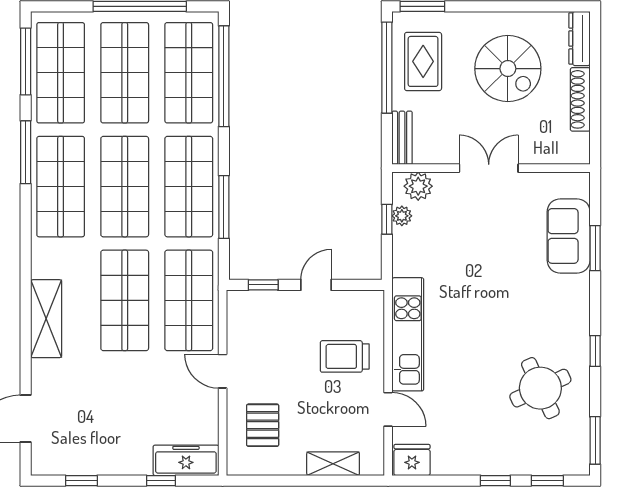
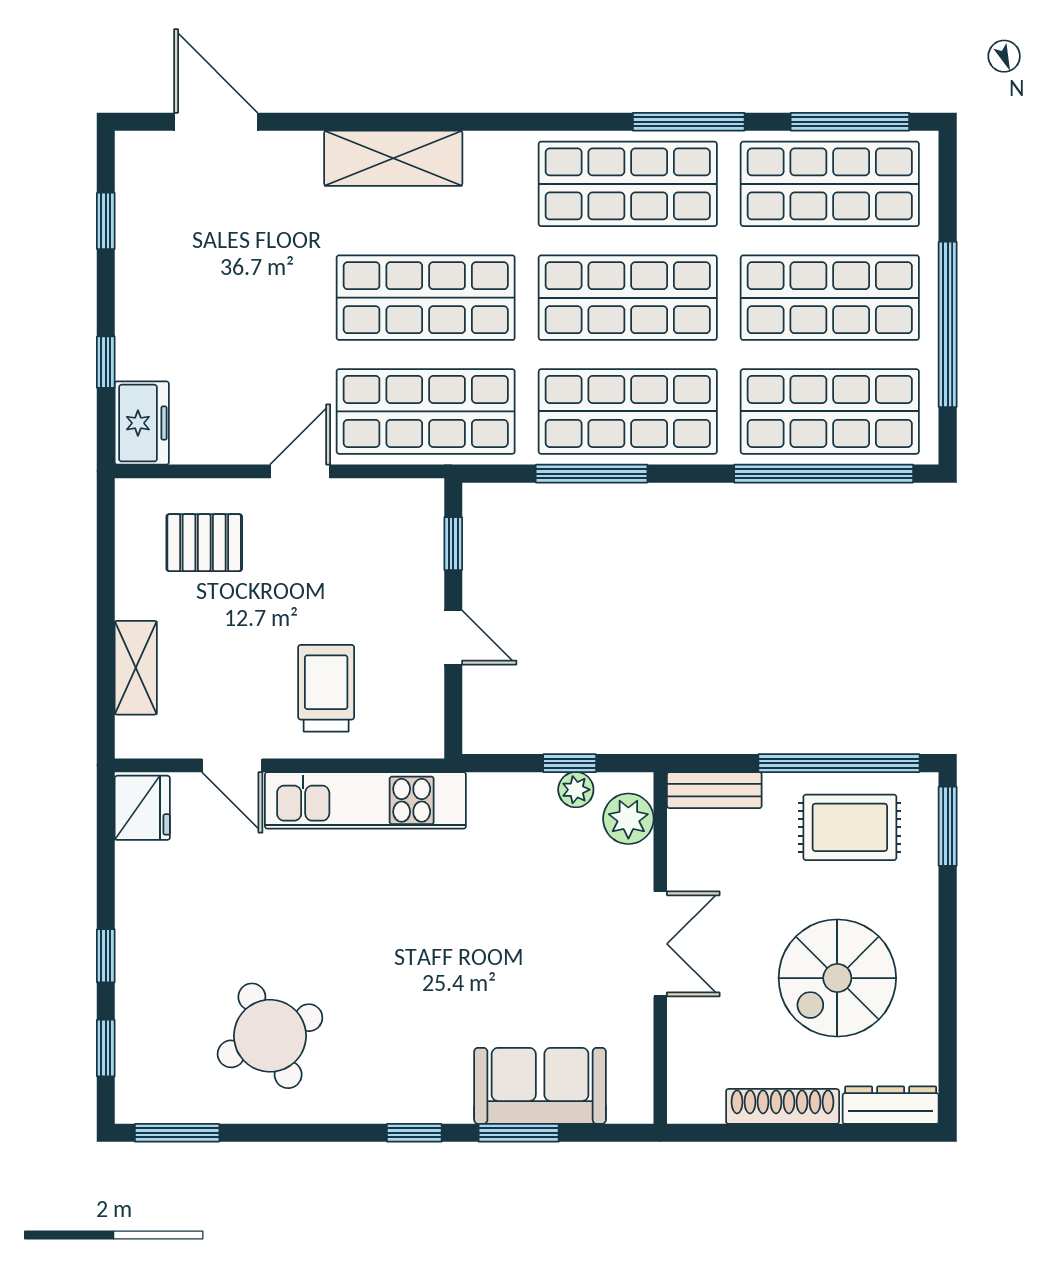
window: (595, 351) -> (414, 1133), moved
door: (388, 409) -> (232, 765), hinge flipped
freezer: (186, 460) -> (142, 423), width x0.71

